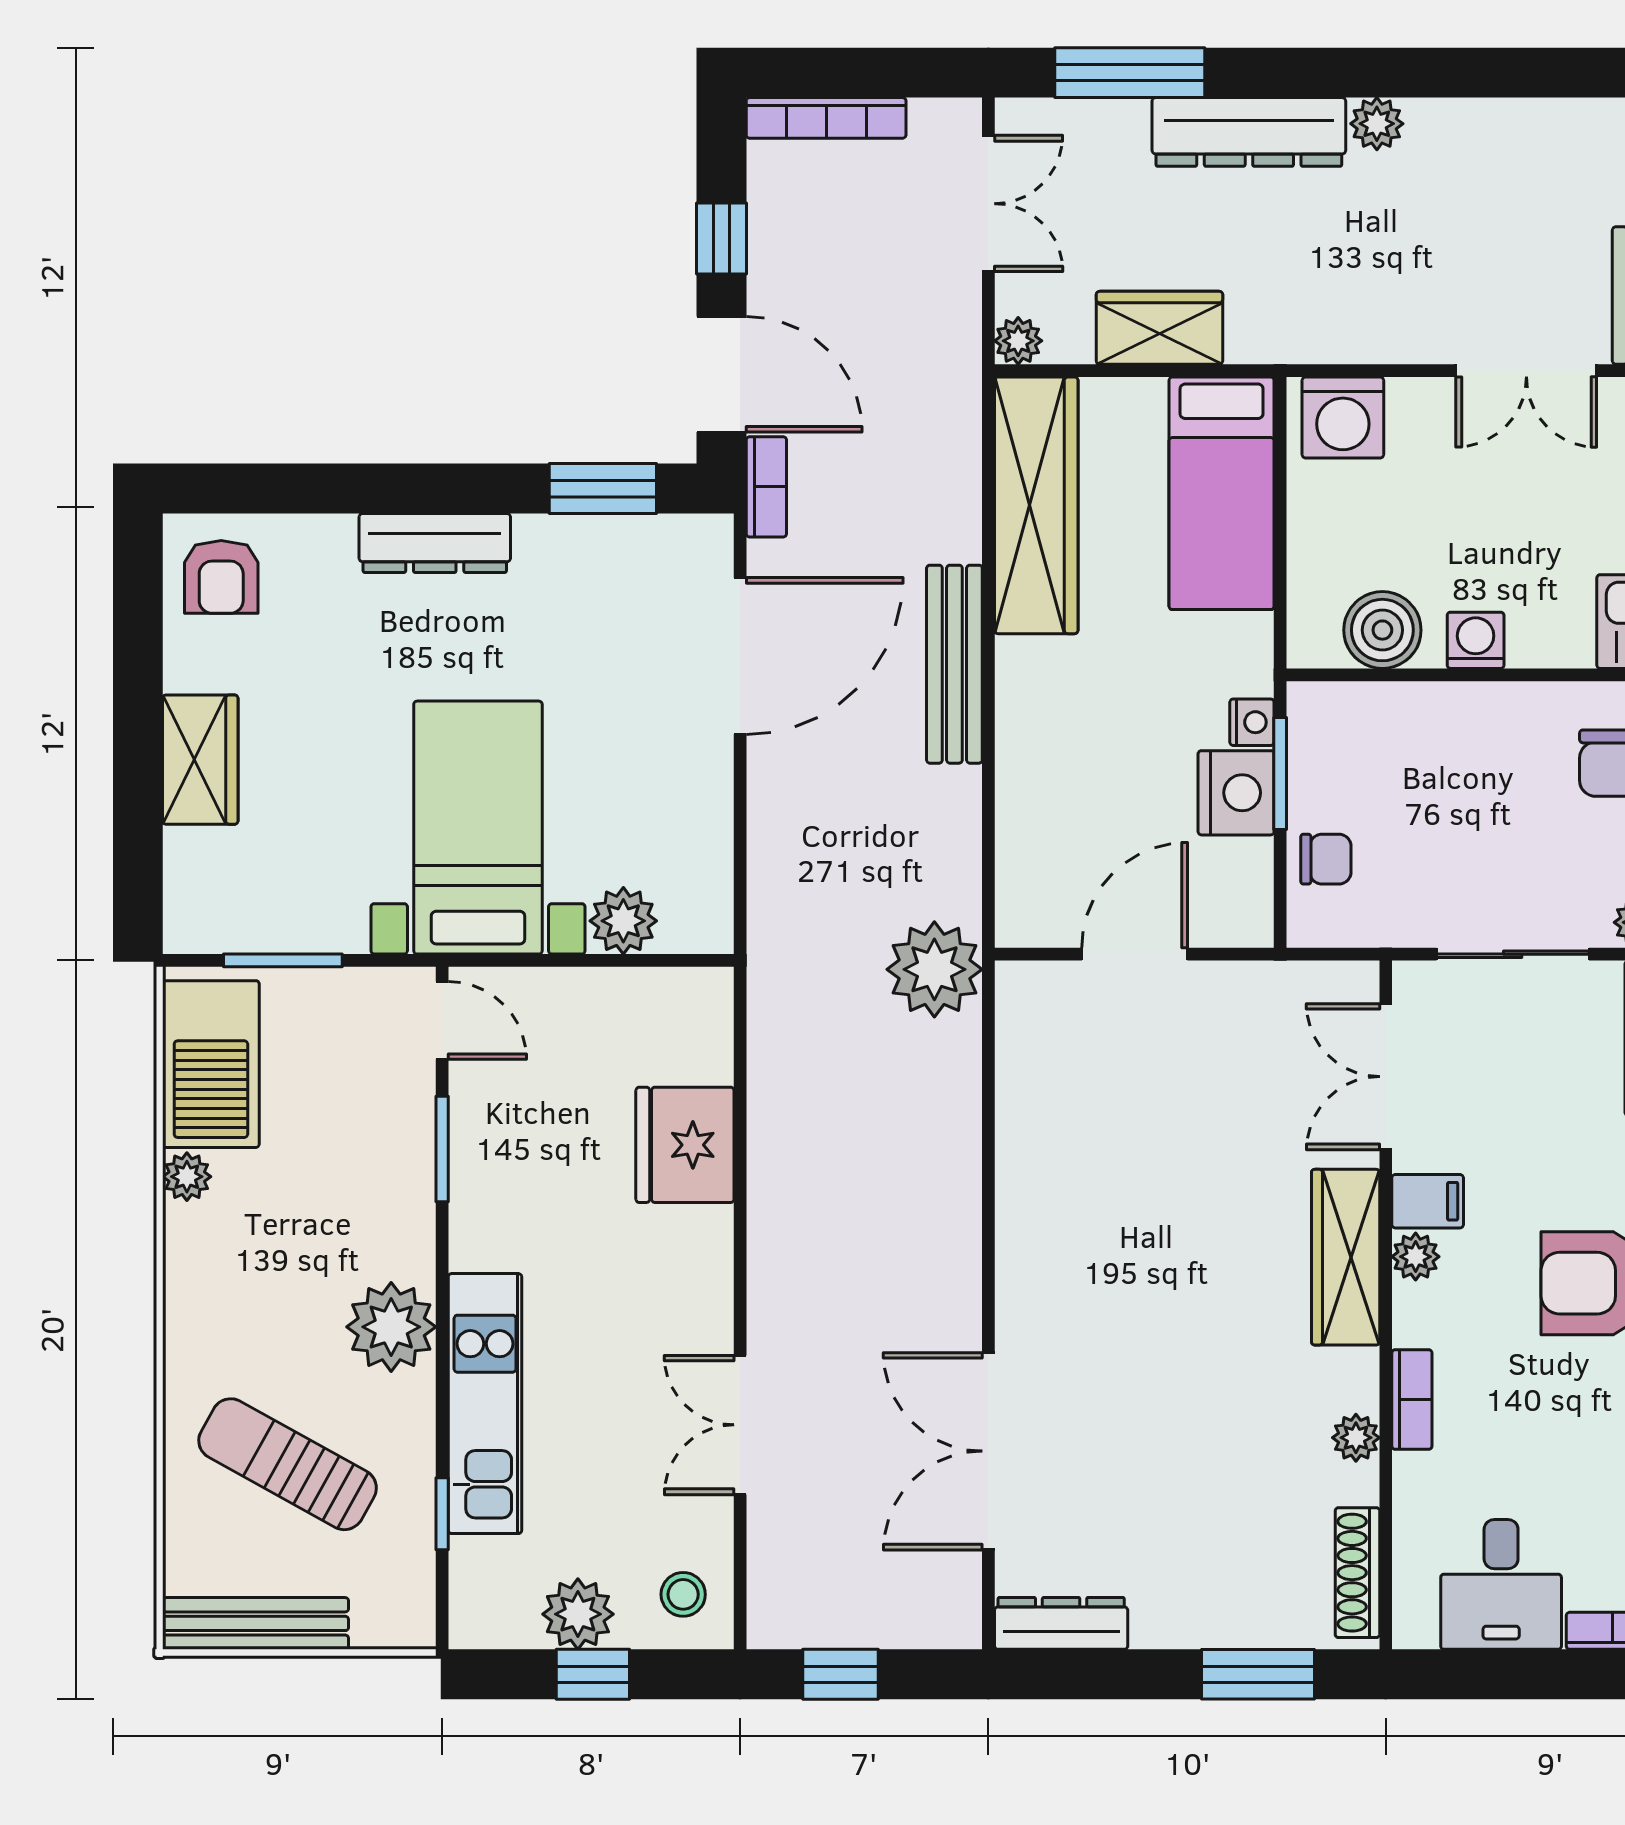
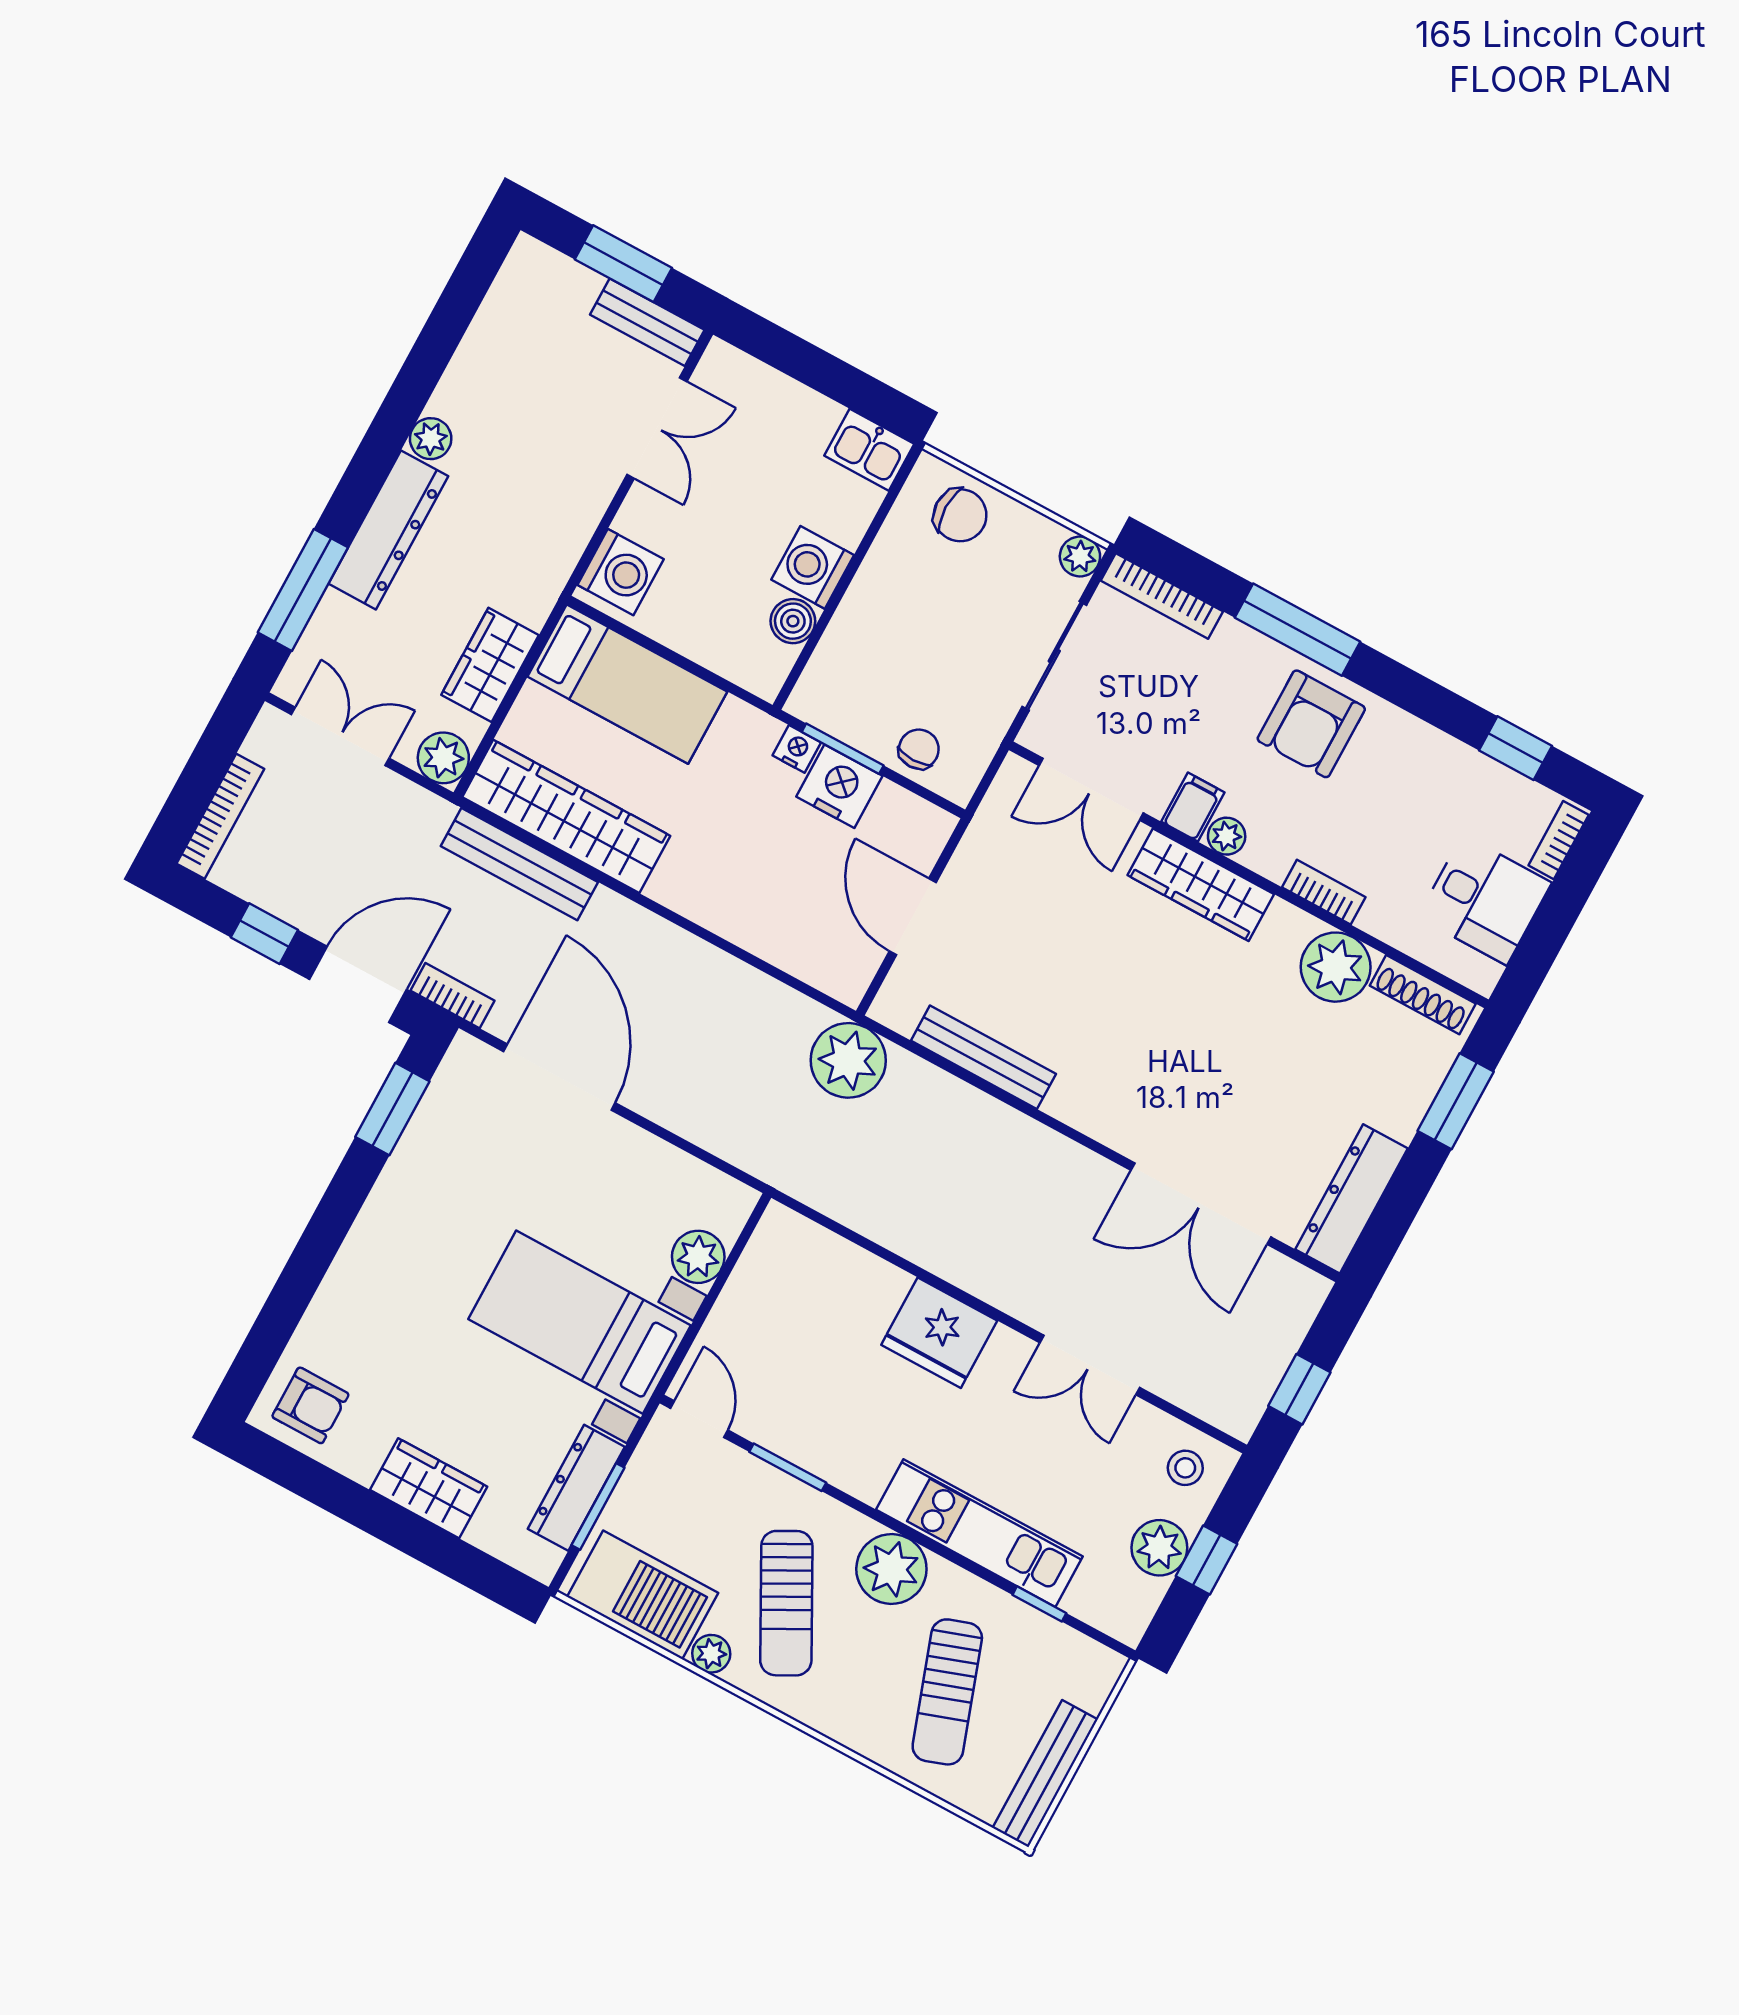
plant: (1018, 341) -> (443, 758), width x1.38, depth x1.38
dresser: (435, 543) -> (576, 1488), moved, turned 180
boiler: (1382, 630) -> (793, 621), width x0.73, depth x0.73
washing machine: (1476, 640) -> (813, 567), width x1.38, depth x1.38
bench: (954, 664) -> (519, 864), moved
door: (442, 1020) -> (699, 1419), hinge flipped
bench: (1020, 1119) -> (983, 1057), added
fridge: (685, 1145) -> (939, 1333), moved
sun lounger: (289, 1230) -> (786, 1603), added
plant: (1356, 1438) -> (1336, 967), width x1.87, depth x1.87
sun lounger: (288, 1464) -> (947, 1692), turned -48
dresser: (1061, 1623) -> (1352, 1199), width x1.37, depth x1.24

